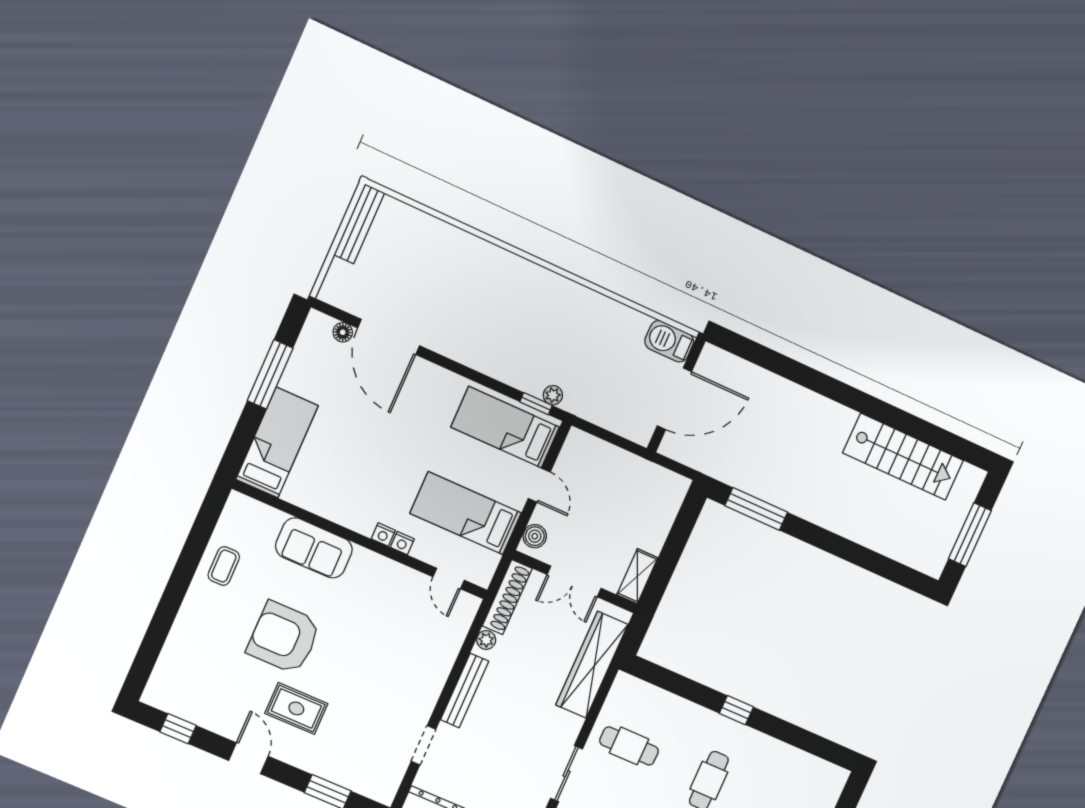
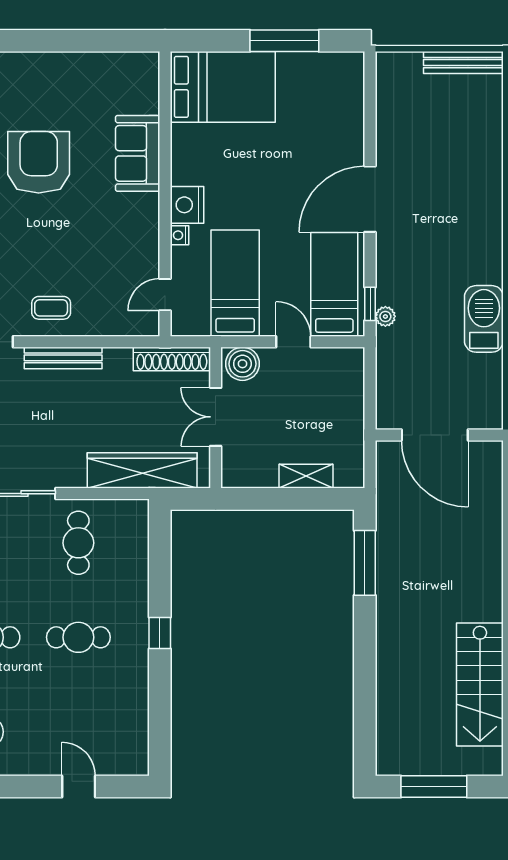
floor lamp: (343, 332) -> (355, 91), removed
door: (389, 337) -> (370, 199), moved
barbecue: (669, 341) -> (484, 319), moved, width x1.37, depth x1.21
bed: (277, 442) -> (223, 87), width x1.50
door: (539, 485) -> (293, 342), swing flipped
nightstand: (383, 535) -> (187, 205), width x1.89, depth x1.79
boiler: (535, 536) -> (242, 364), width x1.36, depth x1.36
coffee table: (224, 566) -> (51, 308), moved
shelving: (637, 576) -> (306, 476), moved
plant: (486, 640) -> (121, 357), removed

